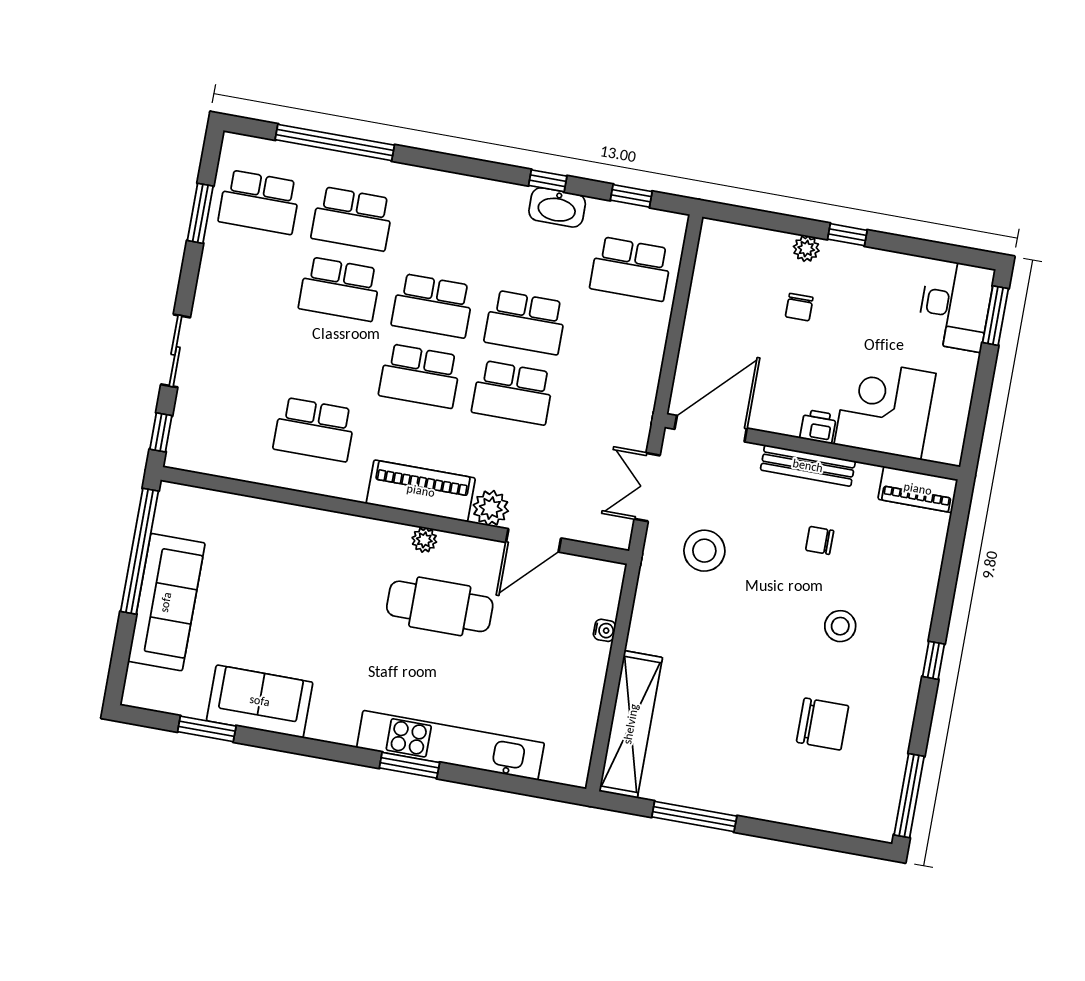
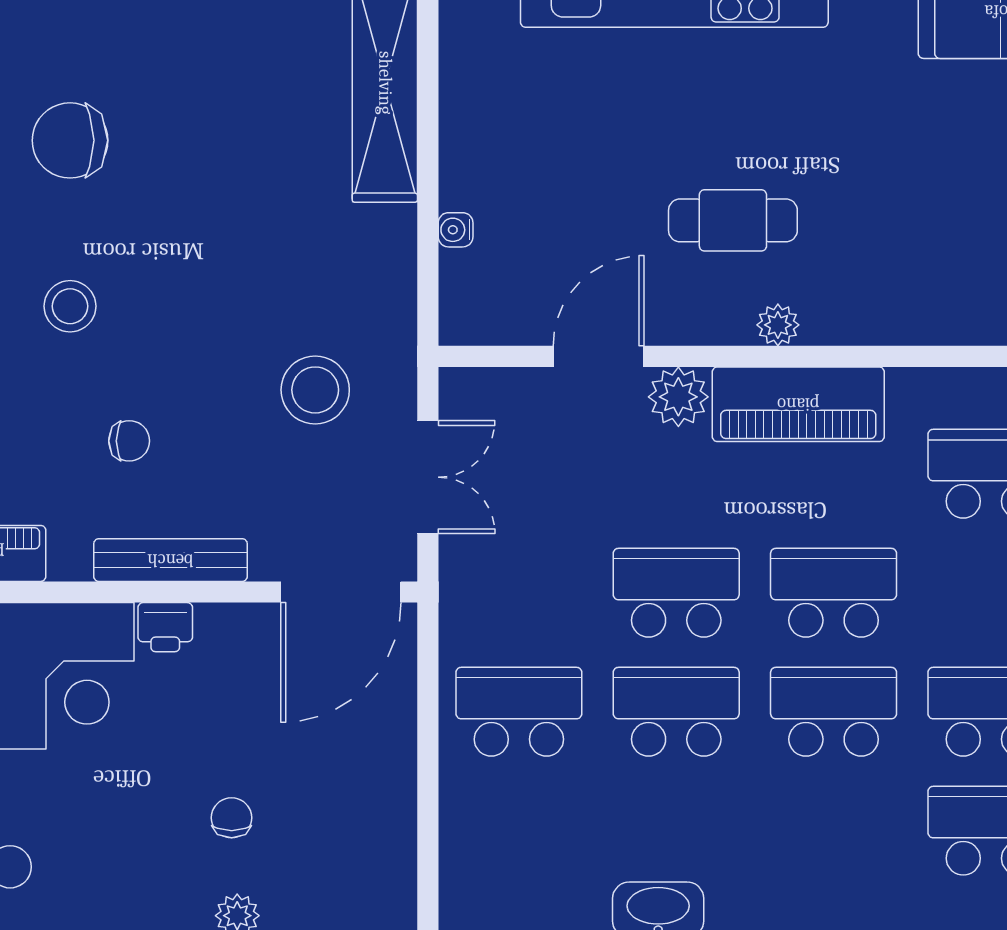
school desk: (631, 269) -> (519, 712), moved
cafe table: (440, 606) -> (733, 220), width x0.73, depth x0.74

